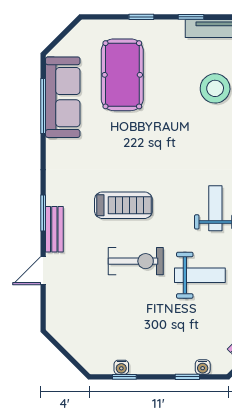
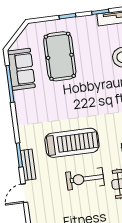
sofa: (63, 97) -> (21, 69), width x0.73
treadmill: (123, 205) -> (72, 143), width x1.37, depth x1.38
exercise bike: (136, 261) -> (85, 179), turned 180

